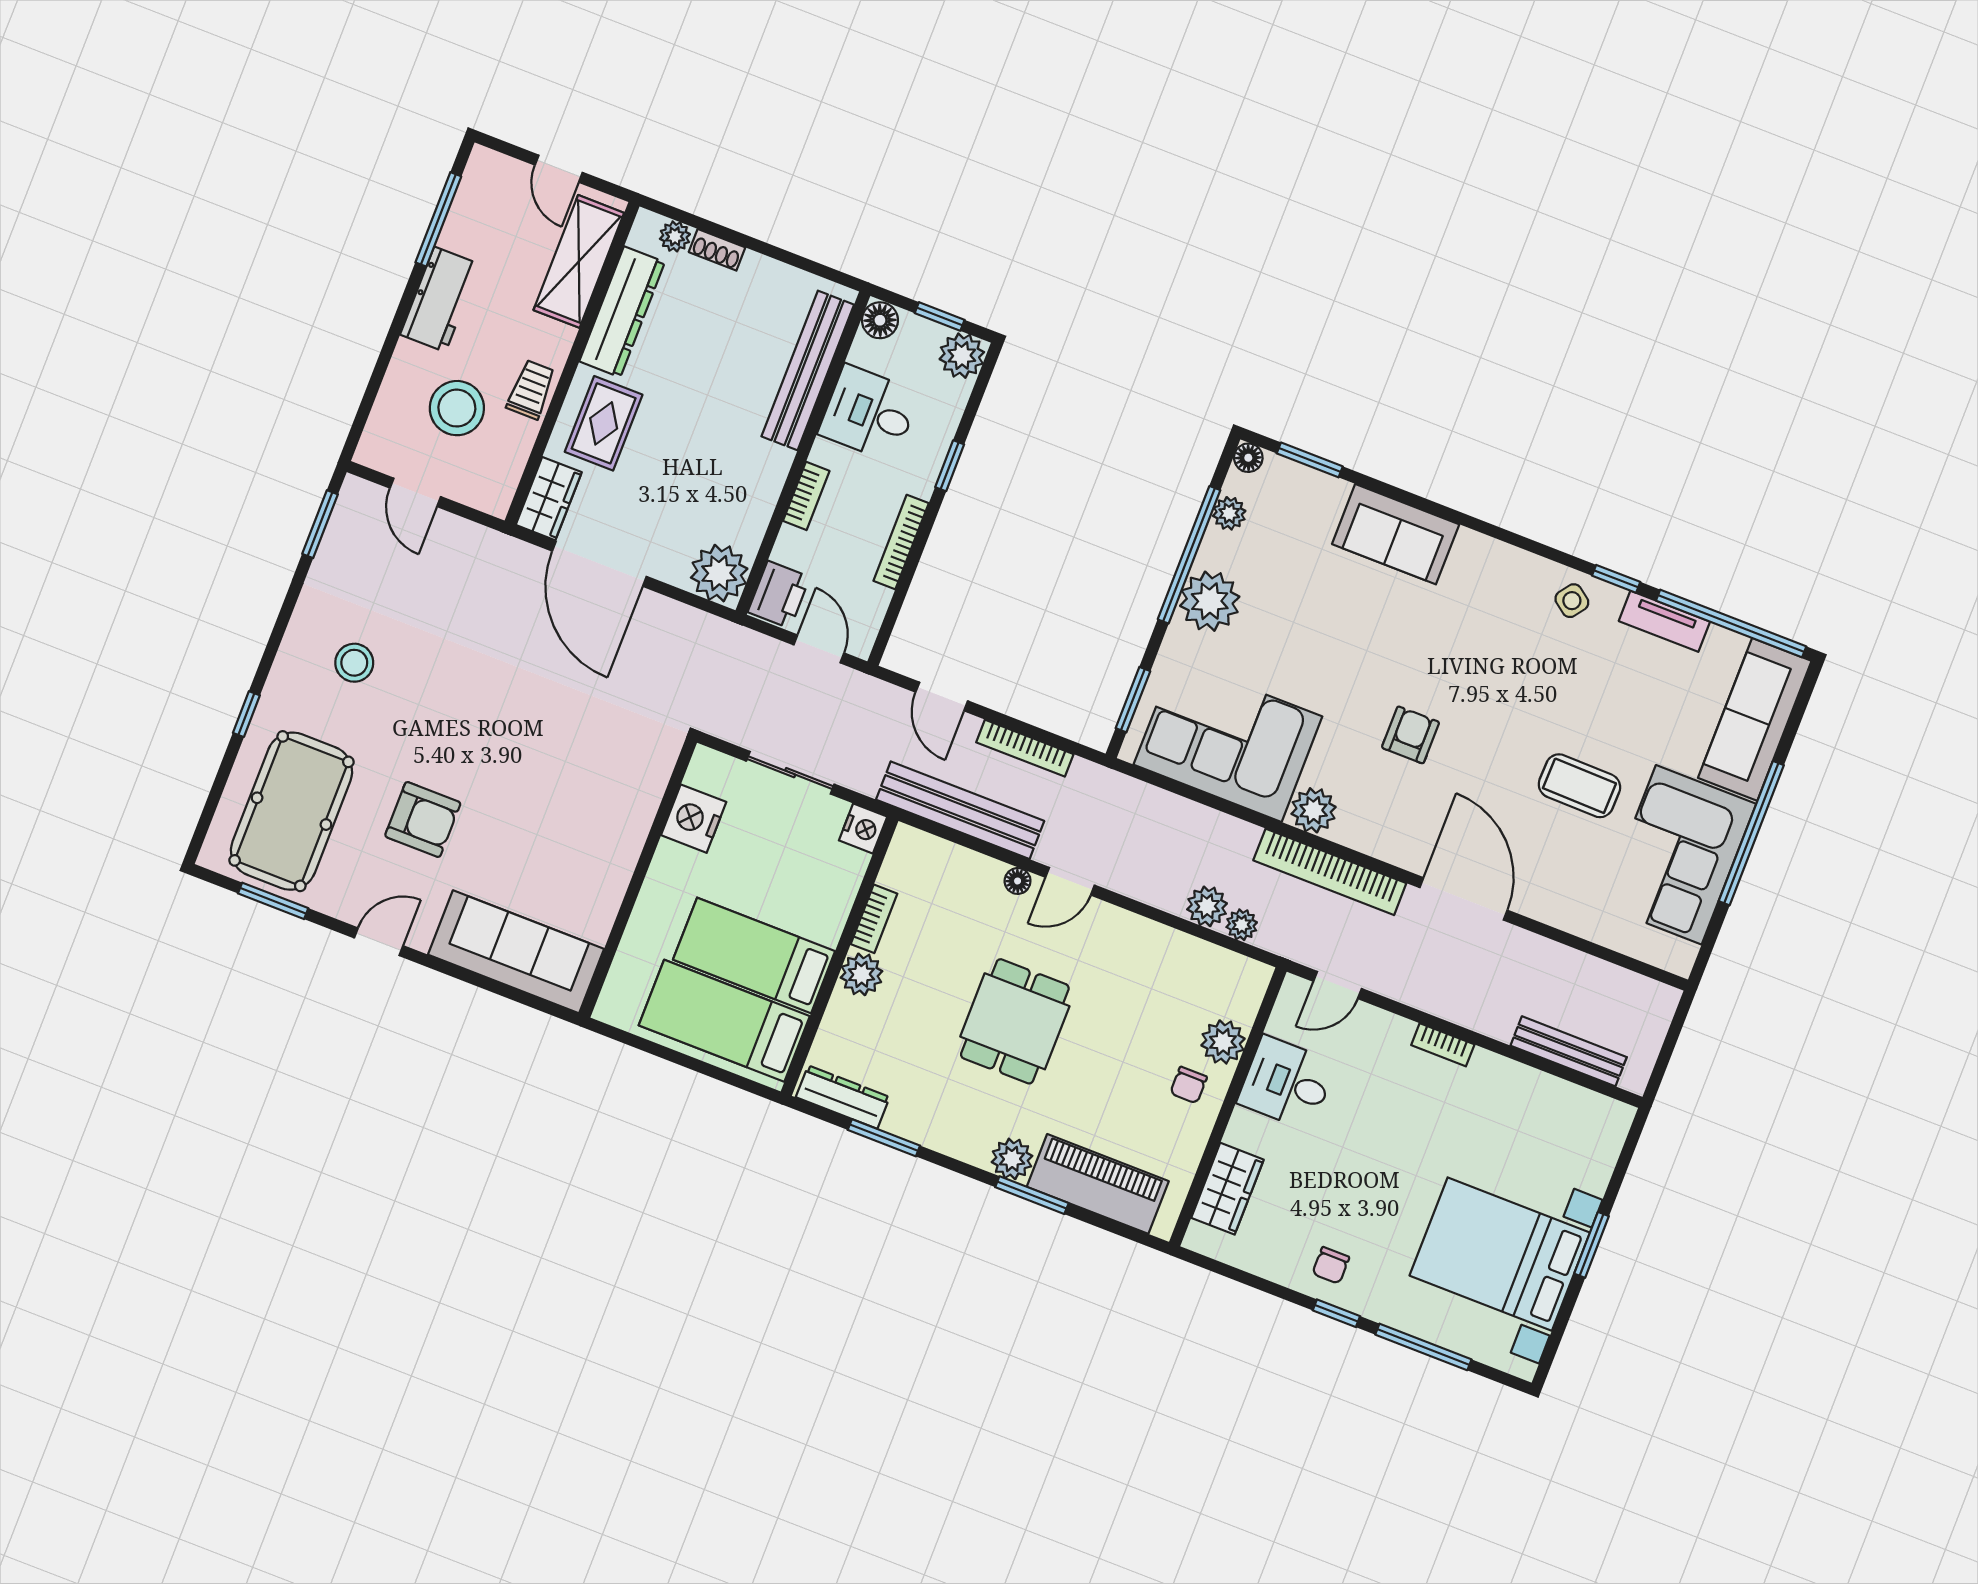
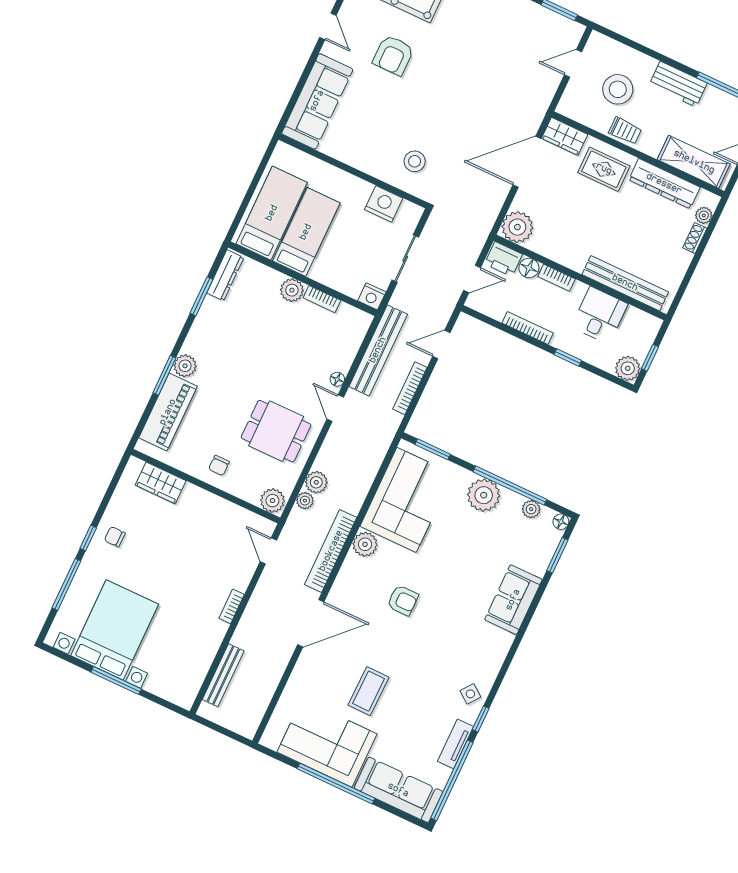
floor lamp: (880, 320) -> (529, 268), moved
stool: (354, 663) -> (415, 161), moved
dining table: (1015, 1021) -> (276, 431), moved
plant: (1223, 1042) -> (272, 501), moved
desk: (1287, 1083) -> (217, 519), removed
chair: (1189, 1085) -> (219, 465), turned -90
window: (1592, 1245) -> (116, 681), width x1.44

